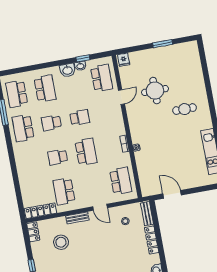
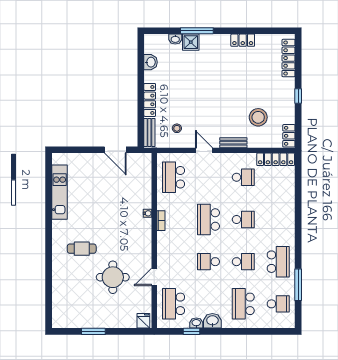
school desk: (17, 94) -> (278, 304), width x0.54
school desk: (64, 191) -> (243, 177), width x0.54

